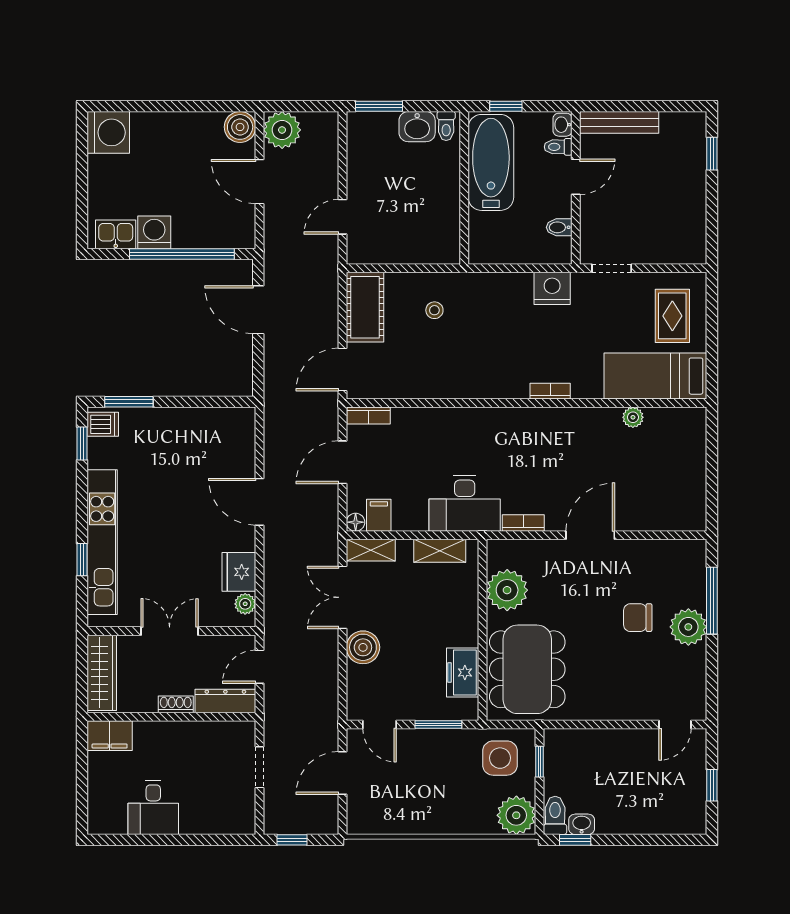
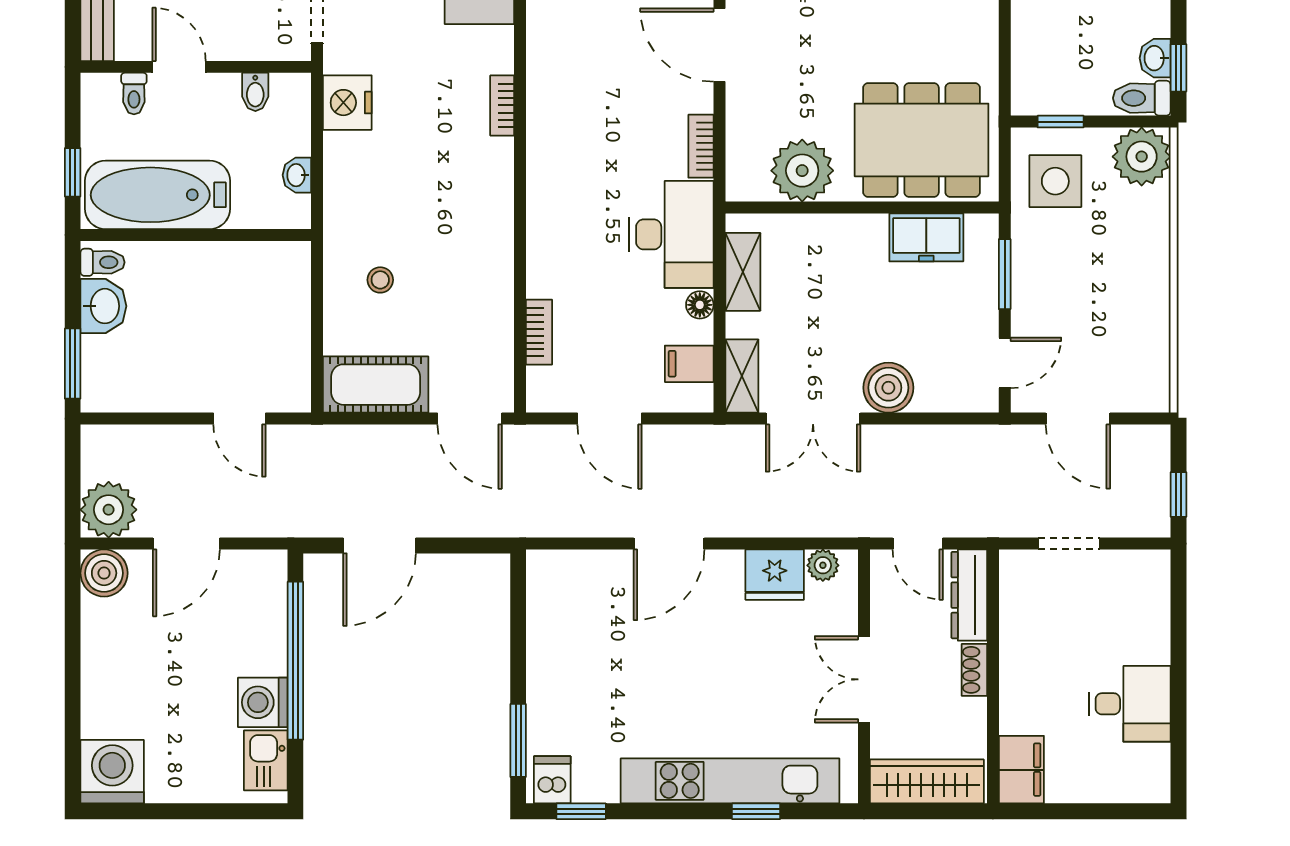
washbasin: (563, 125) -> (297, 175), moved, turned 90
bookcase: (369, 416) -> (539, 332), moved
floor lamp: (356, 522) -> (700, 305), moved

